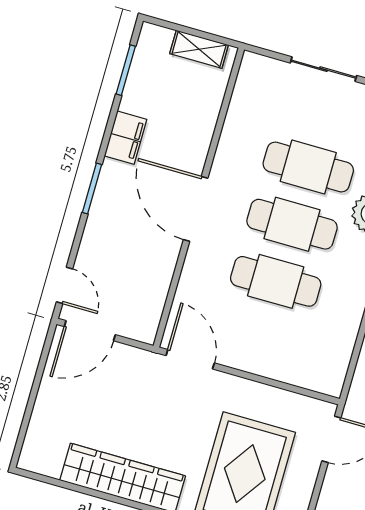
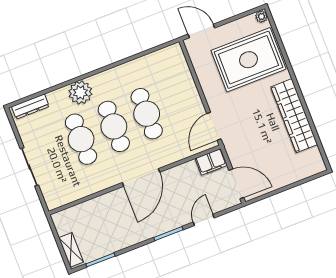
shelving: (199, 49) -> (71, 250), moved
filing cabinet: (126, 138) -> (211, 162), moved, turned 180
door: (64, 285) -> (204, 220), moved

